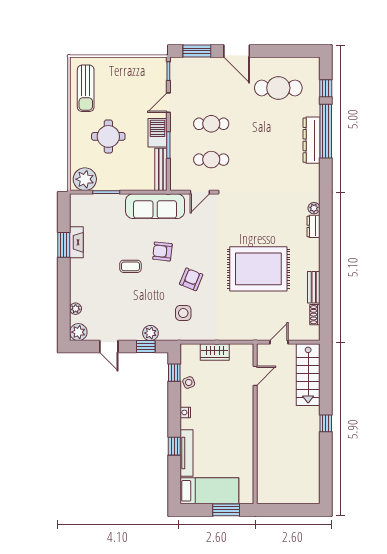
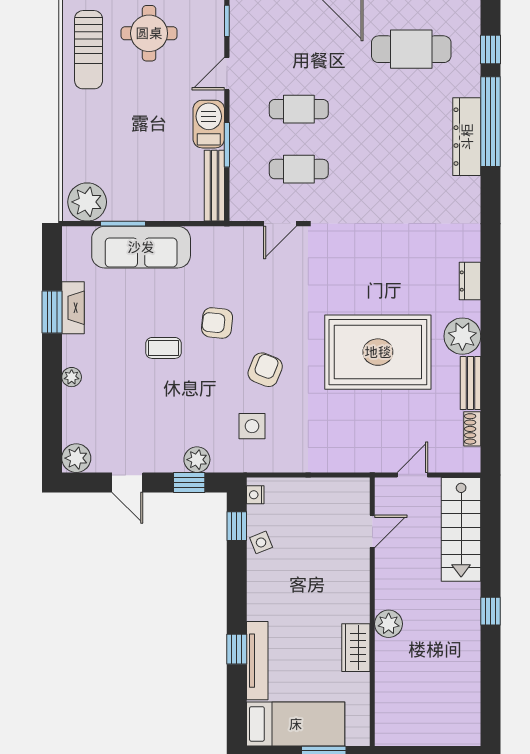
round table: (108, 136) -> (149, 33), moved
sofa: (155, 206) -> (141, 247), moved
plant: (314, 208) -> (462, 336), moved, width x1.88, depth x1.88
plant: (76, 309) -> (72, 377), moved
wardrobe: (215, 352) -> (356, 648), moved, turned 90
nightstand: (185, 412) -> (255, 495), moved
plant: (265, 431) -> (389, 624), added

